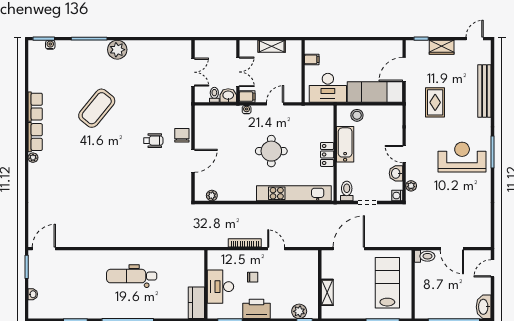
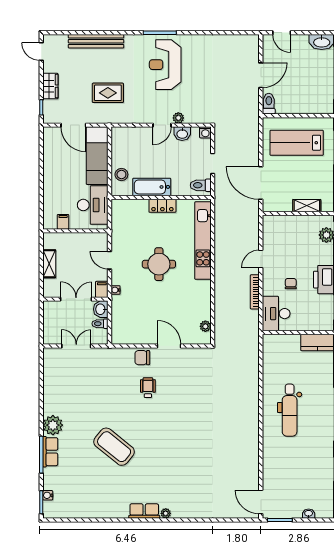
row of seats: (35, 107) -> (50, 452), moved, turned 90
plant: (411, 186) -> (178, 118), moved
desk: (220, 287) -> (276, 314), moved, turned 90

